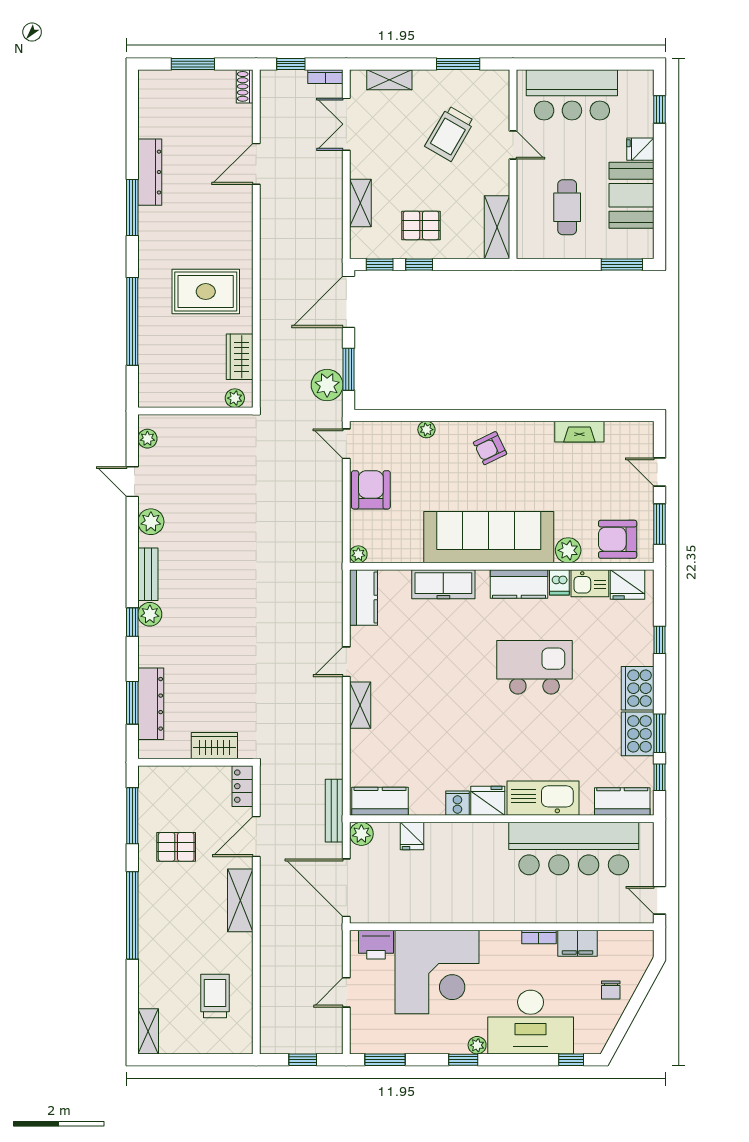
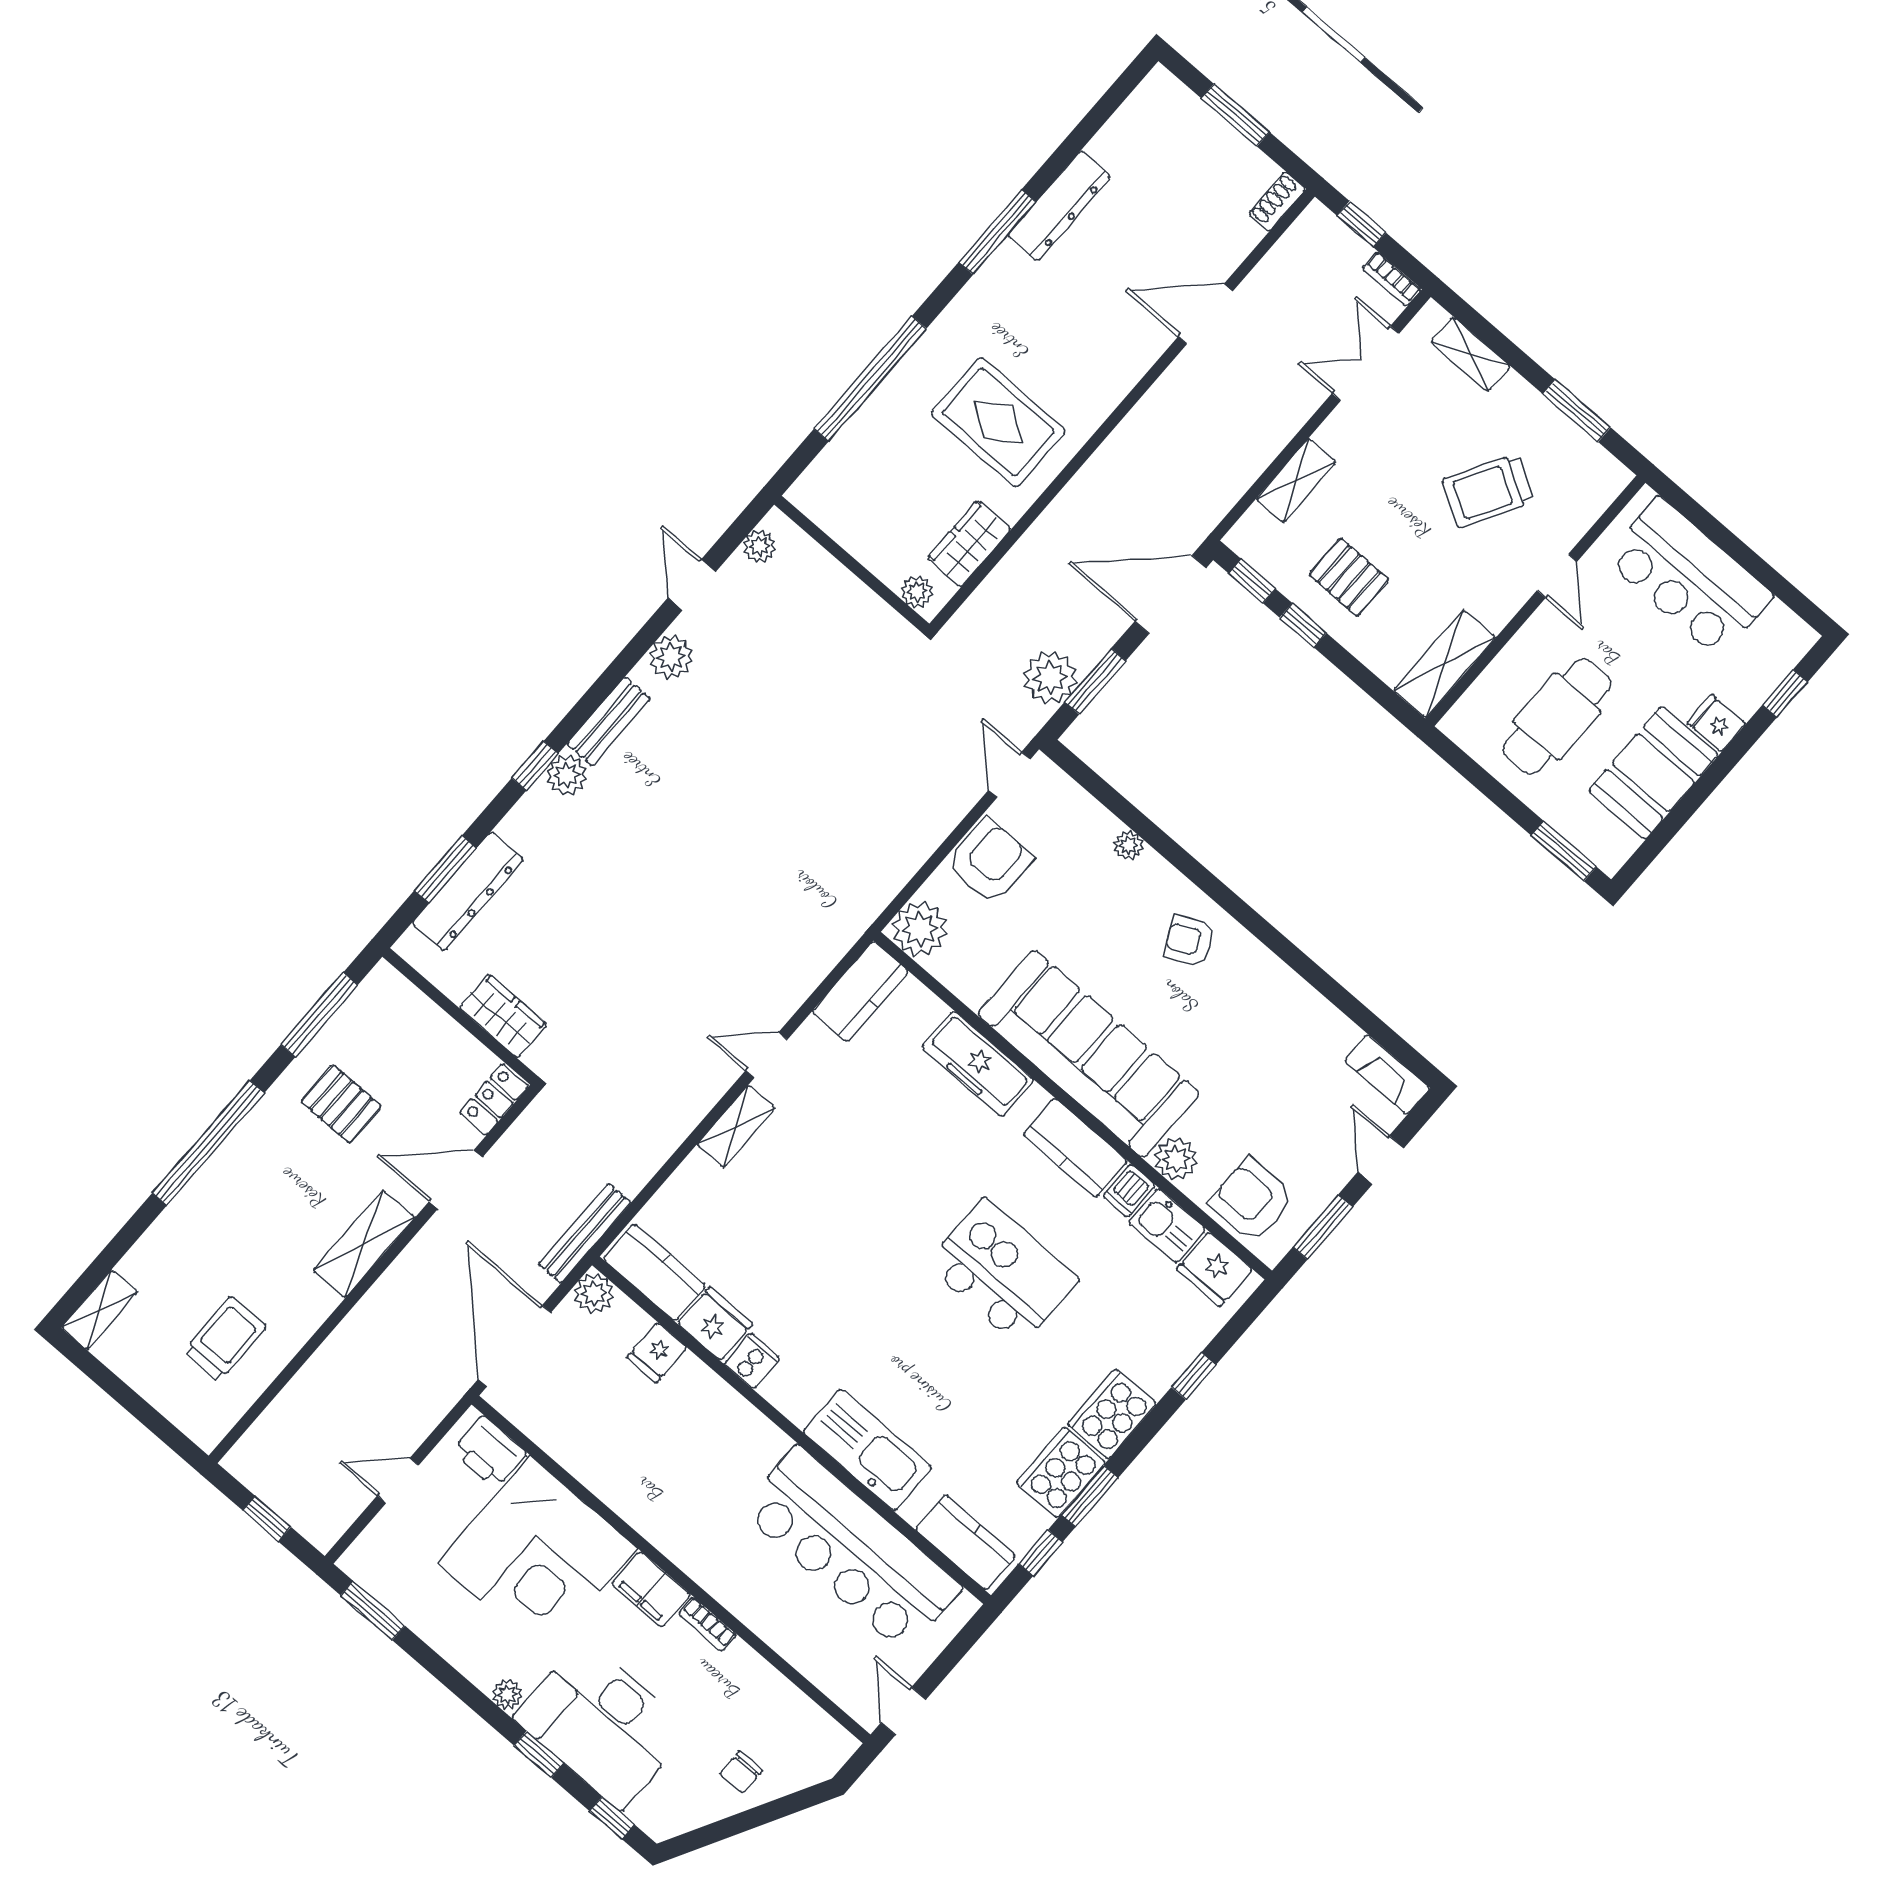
cafe table: (567, 207) -> (1557, 716), width x1.37, depth x1.35
fireplace: (579, 432) -> (1387, 1074), moved
plant: (358, 554) -> (920, 929), width x1.88, depth x1.88
fridge: (488, 801) -> (715, 1324), moved
filing cabinet: (578, 943) -> (651, 1589), moved
window: (463, 1060) -> (539, 1754), moved

